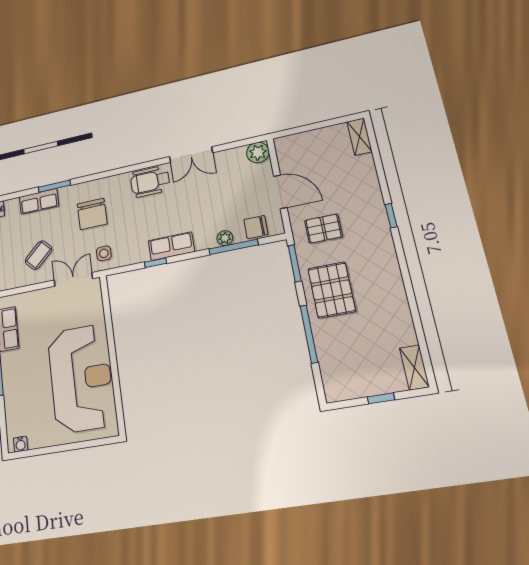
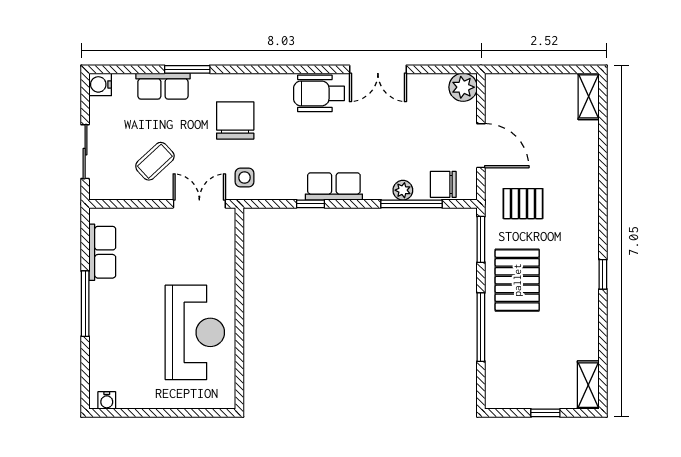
chair: (92, 214) -> (235, 120), turned 180
window: (391, 216) -> (603, 274), moved
reception desk: (81, 378) -> (195, 332), width x0.74, depth x0.77

